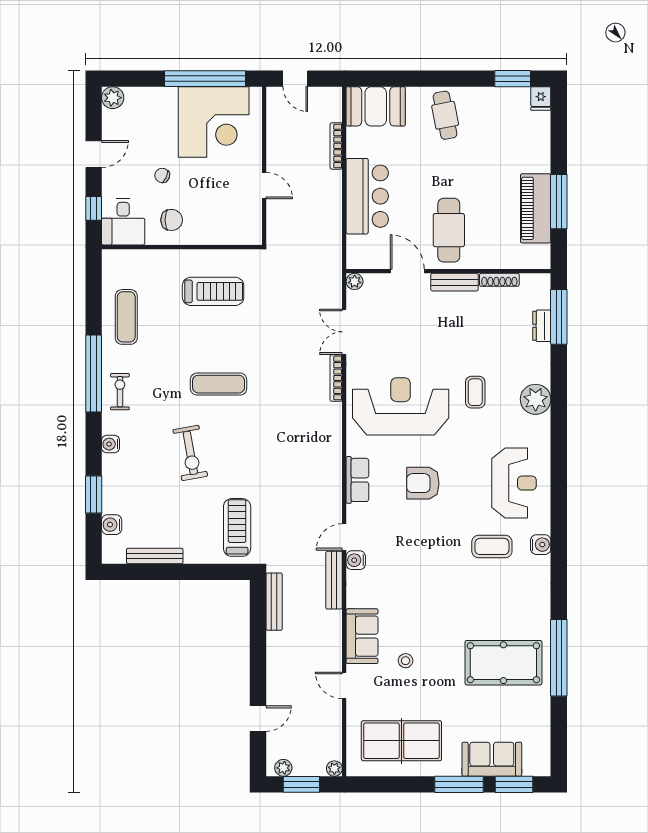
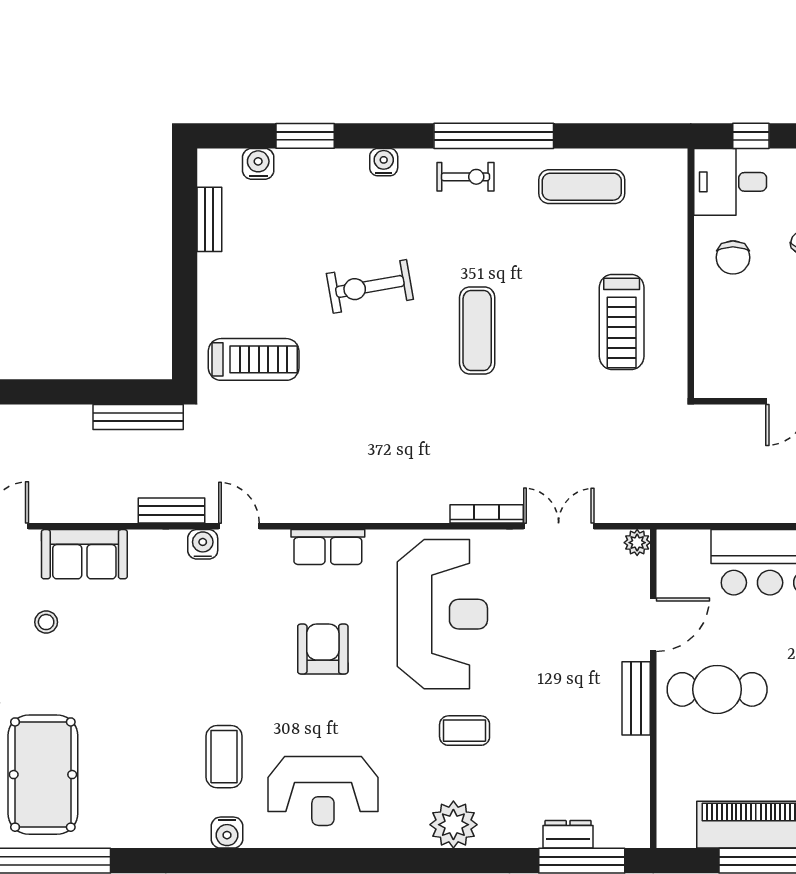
shoe rack: (499, 280) -> (640, 768), removed
bench: (155, 556) -> (209, 219), width x0.73
bench: (334, 580) -> (172, 511), width x0.73

